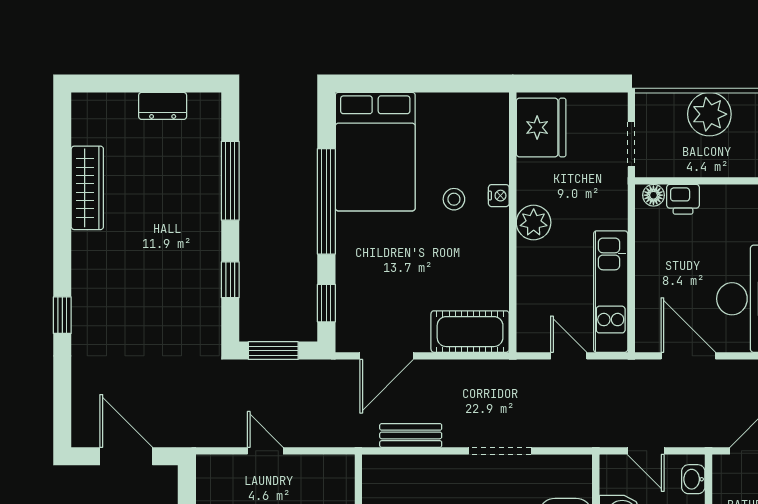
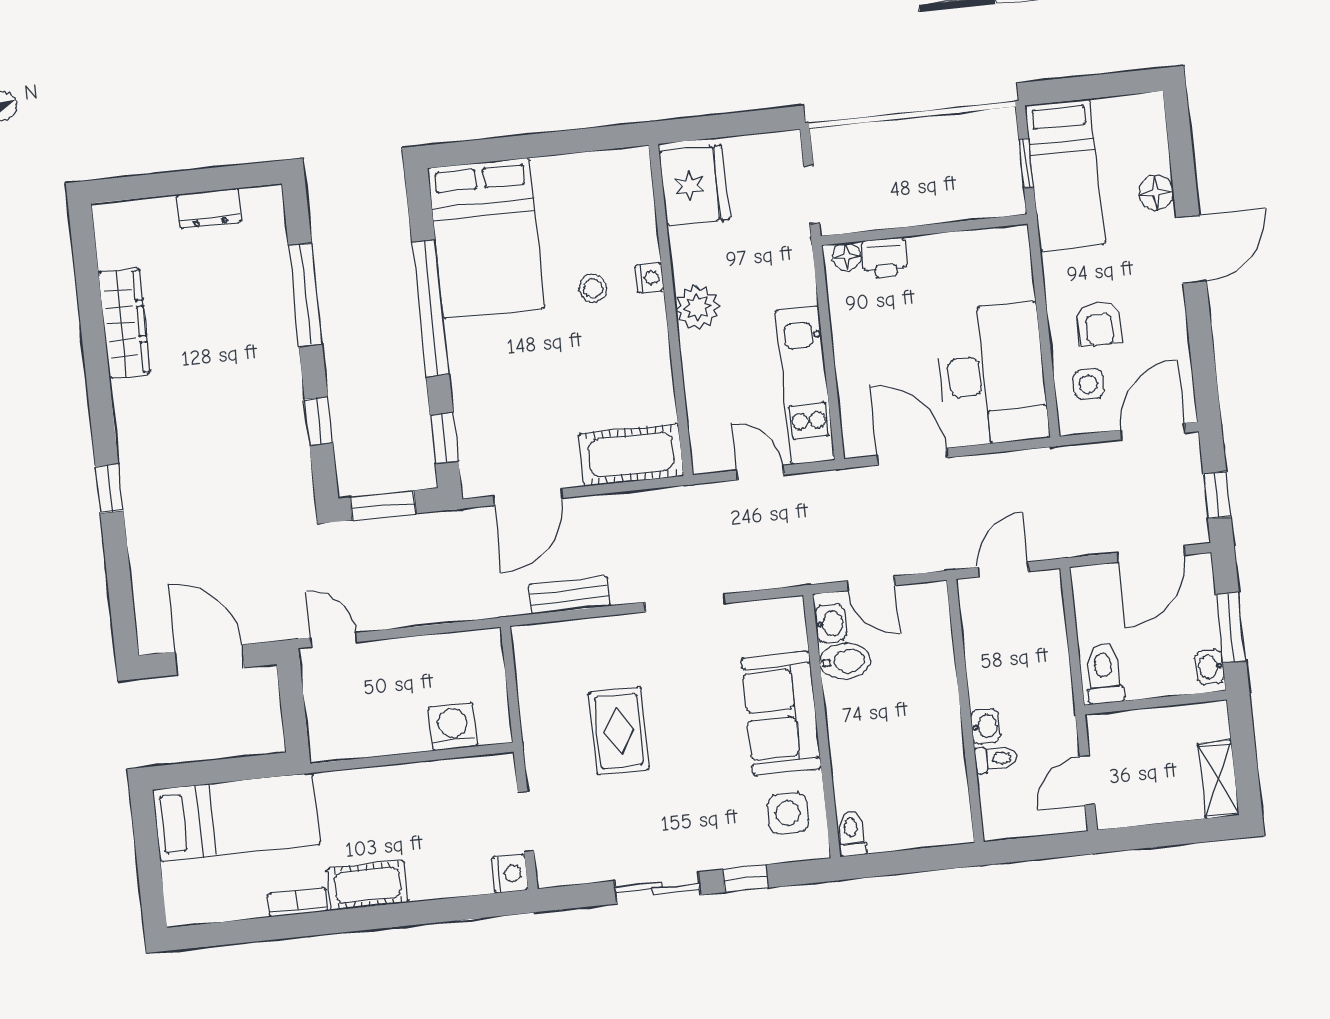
plant: (709, 114) -> (907, 146), removed
door: (265, 451) -> (334, 640), moved
washbasin: (693, 479) -> (830, 623), moved, turned 180

